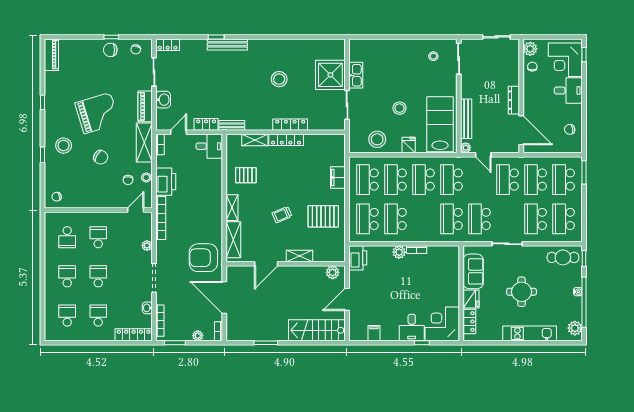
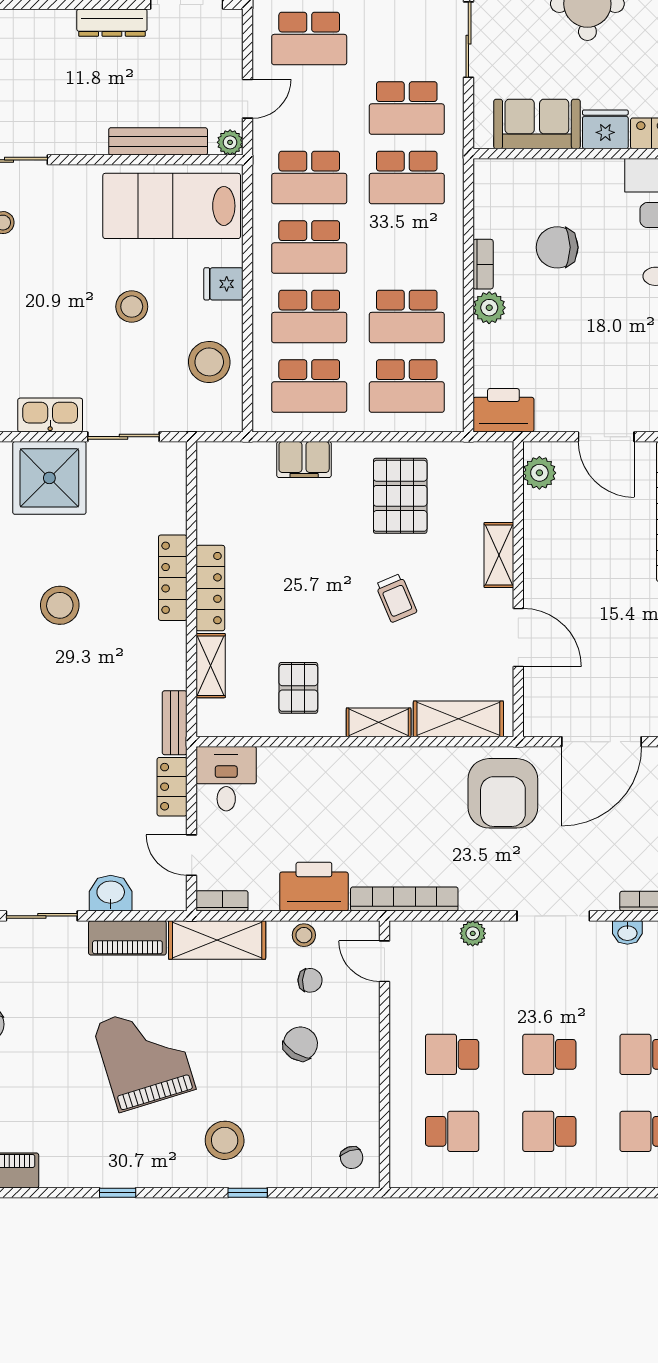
chair: (101, 157) -> (300, 1044), moved
chair: (423, 280) -> (557, 247), added

